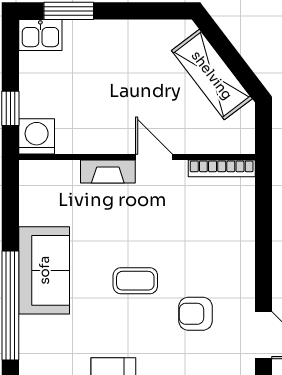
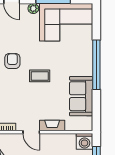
sofa: (44, 270) -> (81, 96), moved
armchair: (196, 314) -> (12, 61), turned -90

